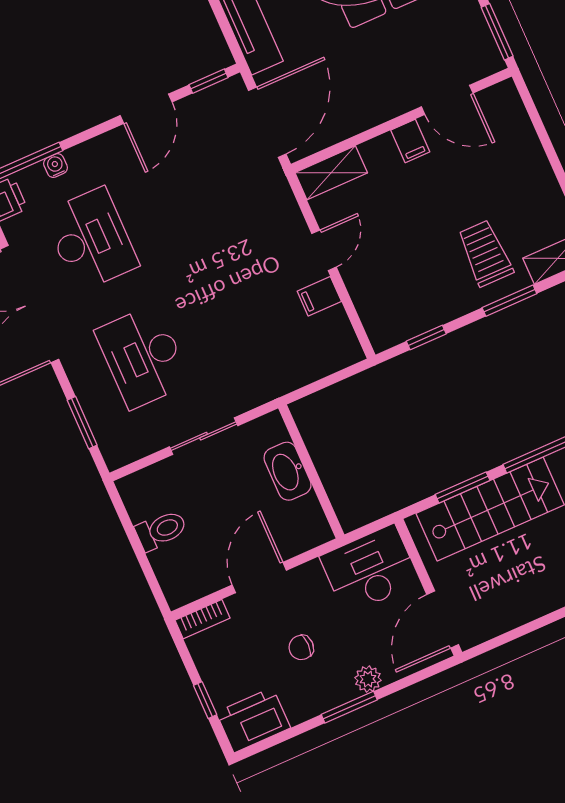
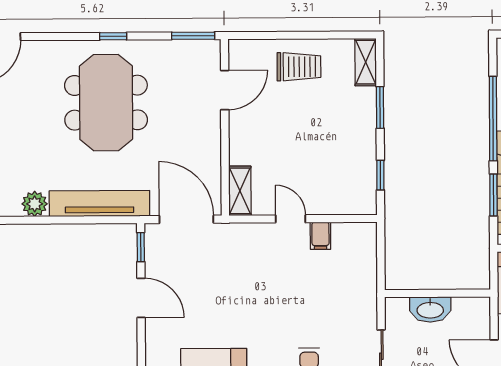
filing cabinet: (410, 141) -> (242, 128), removed
trolley: (485, 253) -> (299, 67), moved, turned 180

